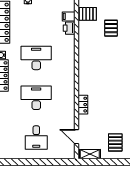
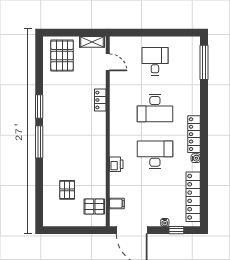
printer: (69, 28) -> (116, 164), moved
desk: (36, 58) -> (155, 155), turned 180
pallet: (115, 142) -> (62, 56), width x1.50, depth x1.42

